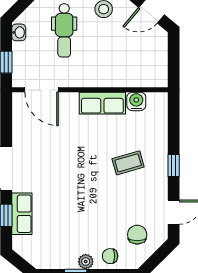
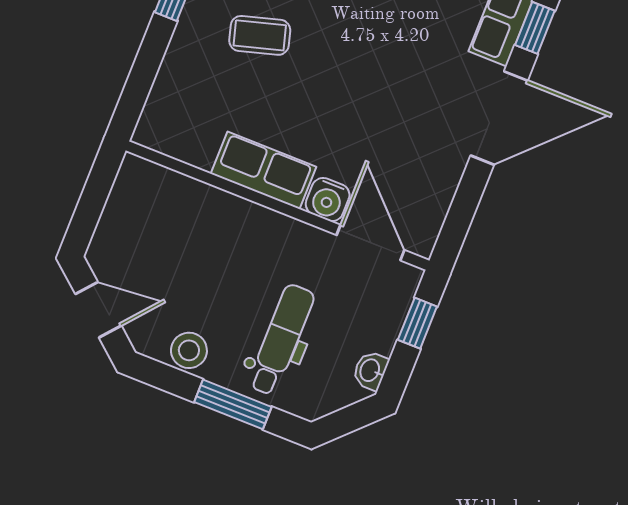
water cooler: (136, 101) -> (328, 199), moved

